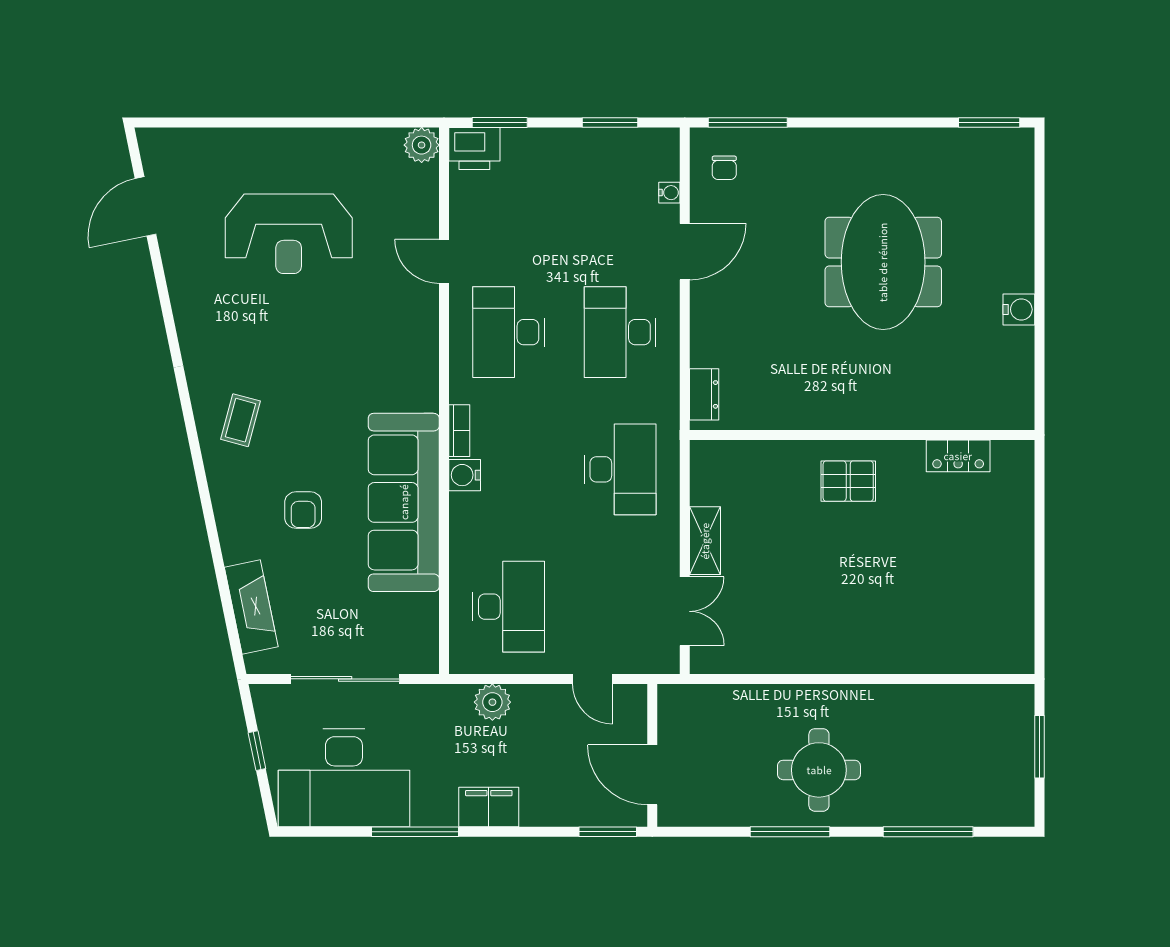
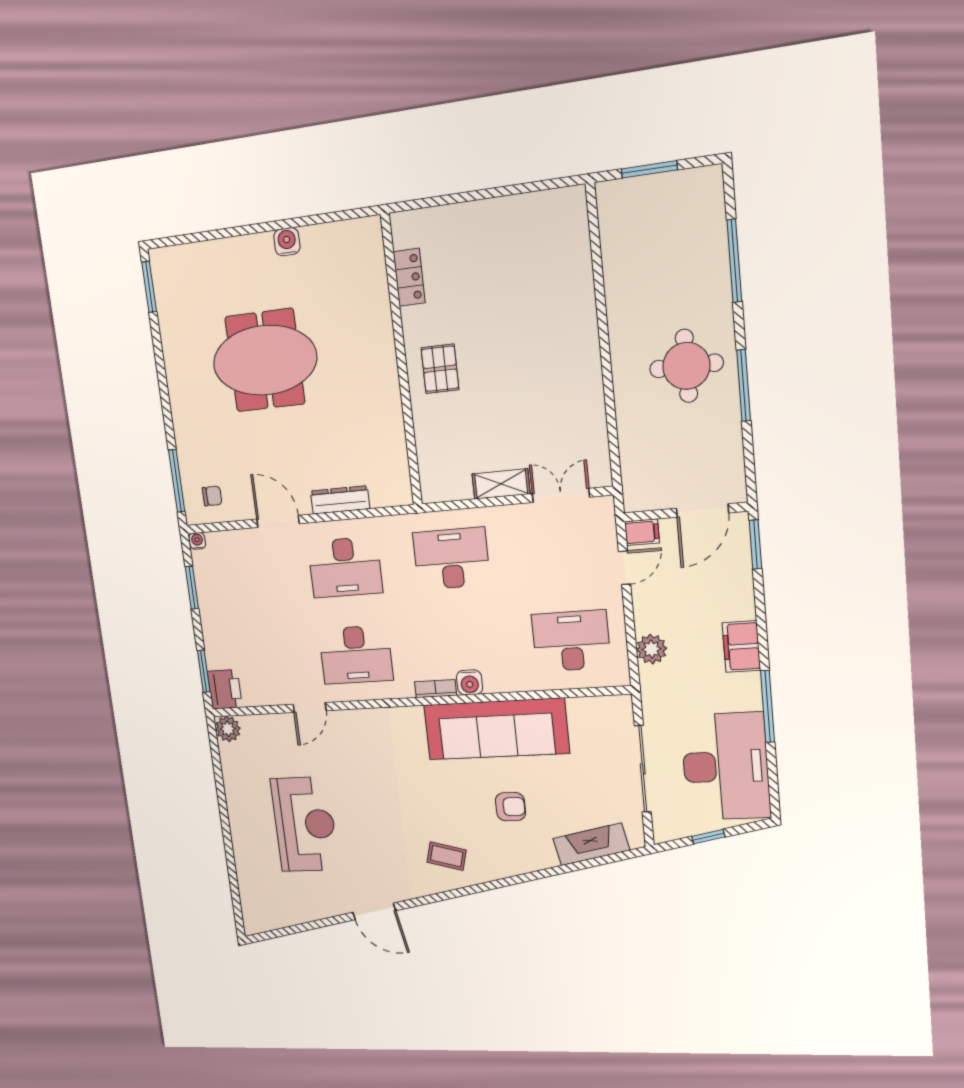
water cooler: (669, 193) -> (197, 541), moved
door: (146, 206) -> (374, 911), moved
dresser: (704, 394) -> (340, 500), moved, width x1.44
filing cabinet: (633, 703) -> (642, 532), added

